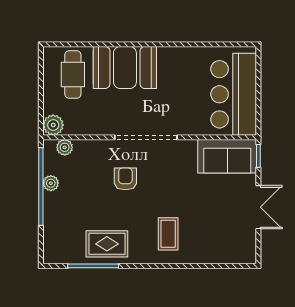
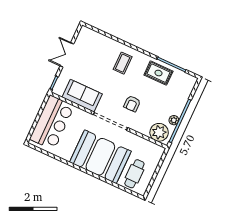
booth: (125, 67) -> (100, 157), width x1.36, depth x1.42
plant: (53, 125) -> (158, 151), removed
plant: (65, 147) -> (159, 132), width x1.88, depth x1.88
sofa: (227, 156) -> (82, 96), moved

